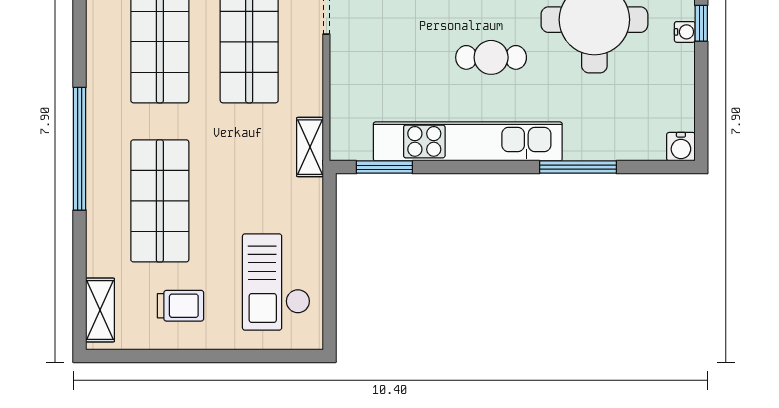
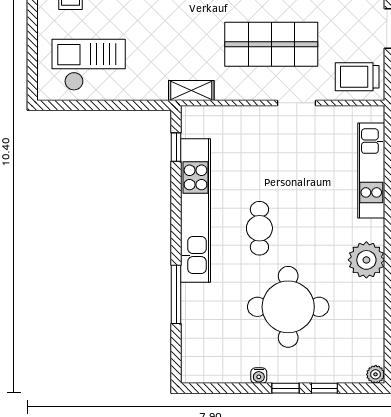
water cooler: (685, 32) -> (259, 376), moved
water cooler: (681, 147) -> (191, 373), removed
window: (384, 167) -> (176, 147), width x0.67

